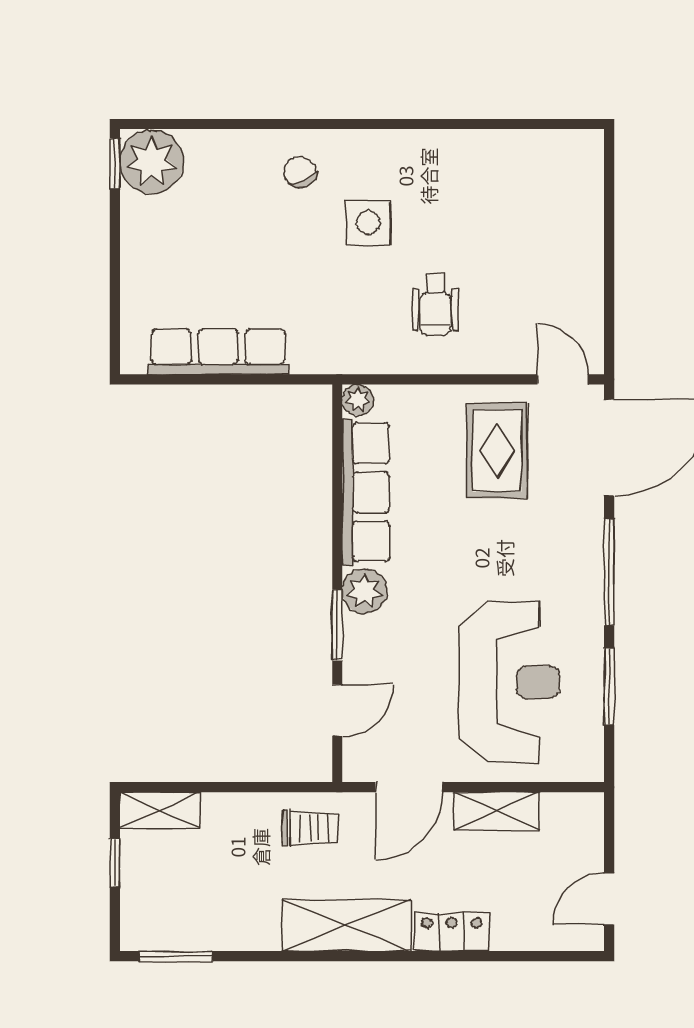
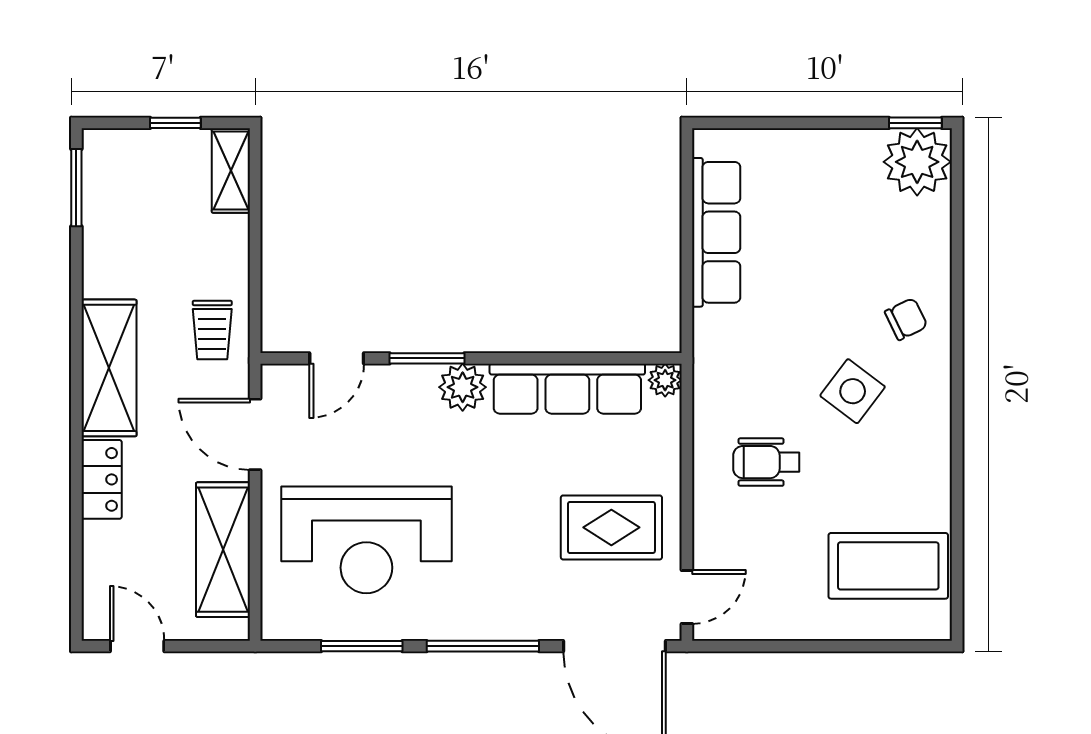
coffee table: (533, 189) -> (888, 566), added
side table: (368, 223) -> (853, 391), turned 37
door: (337, 710) -> (337, 358), hinge flipped
shelving: (497, 811) -> (223, 550), width x1.50, depth x1.33

